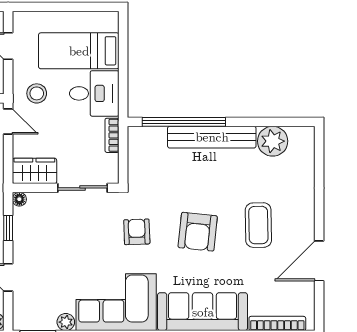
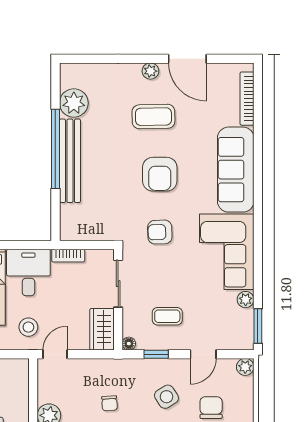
window: (184, 122) -> (55, 149), moved
plant: (306, 222) -> (150, 71), added
armchair: (198, 232) -> (160, 174), turned 84
coffee table: (48, 240) -> (167, 316), added

